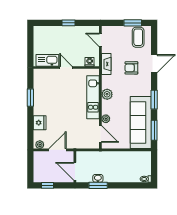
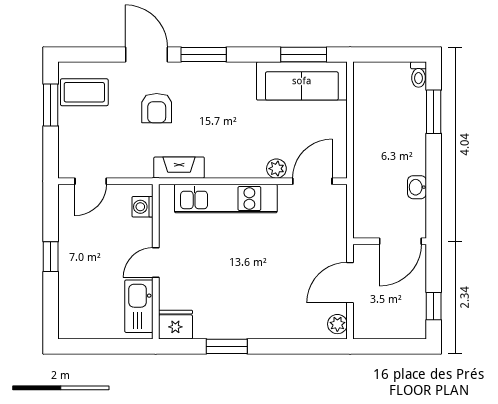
fireplace: (106, 64) -> (179, 168), moved
plant: (107, 94) -> (219, 166), removed
window: (154, 100) -> (204, 54), moved
fridge: (40, 123) -> (175, 325), moved
sofa: (141, 123) -> (302, 81), width x0.74, depth x0.79
door: (57, 150) -> (350, 283), hinge flipped
window: (98, 185) -> (434, 112), moved

